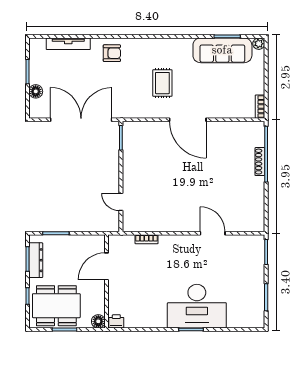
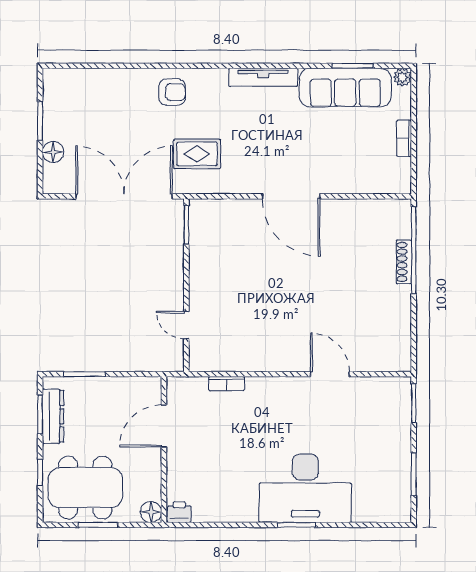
tv unit: (68, 44) -> (263, 77), moved
rug: (162, 83) -> (197, 154), moved, turned 90
bookcase: (260, 107) -> (404, 138), moved

